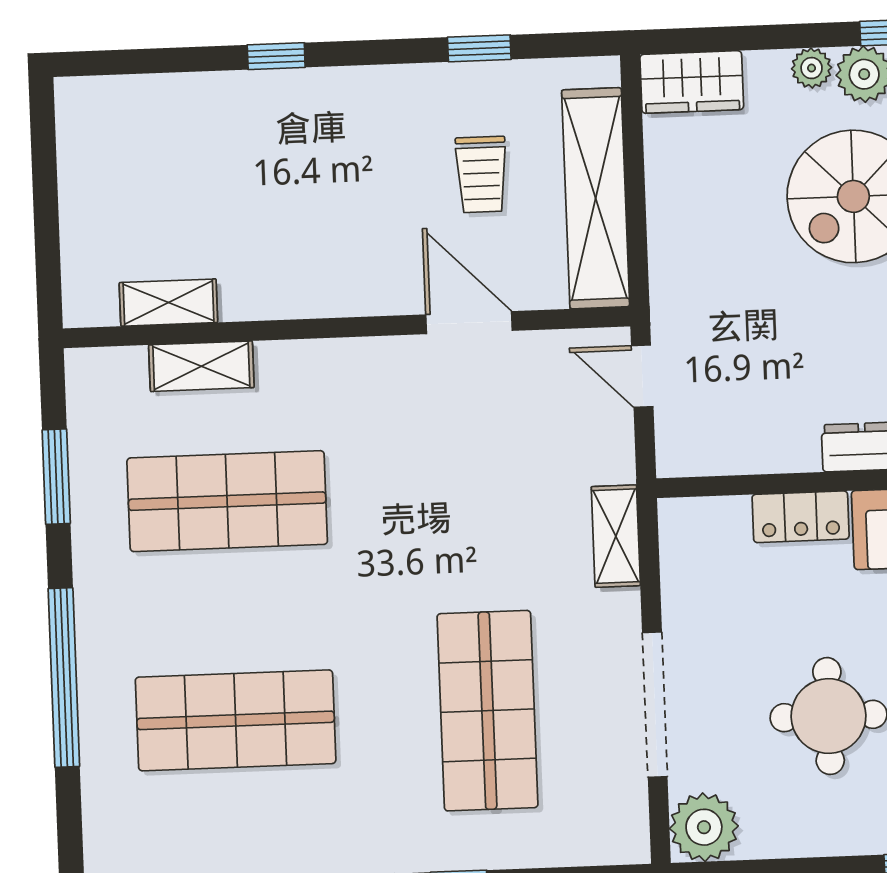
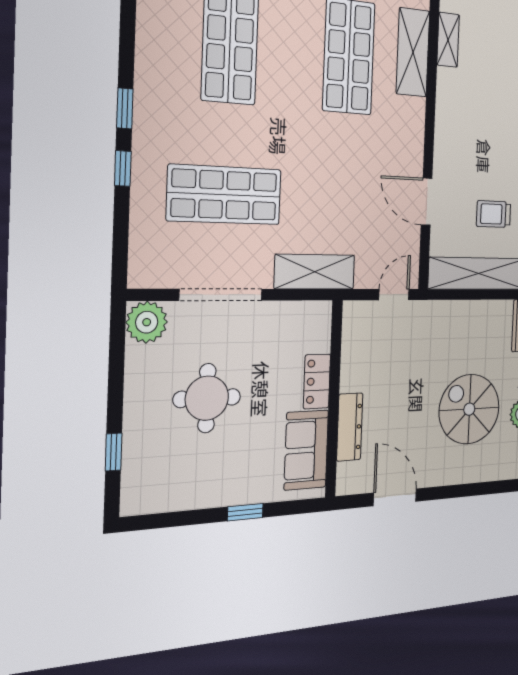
door: (469, 323) -> (427, 202), swing flipped
shelving: (201, 366) -> (413, 52), width x1.50, depth x1.33
shelving: (616, 536) -> (315, 272), width x1.50, depth x1.33

